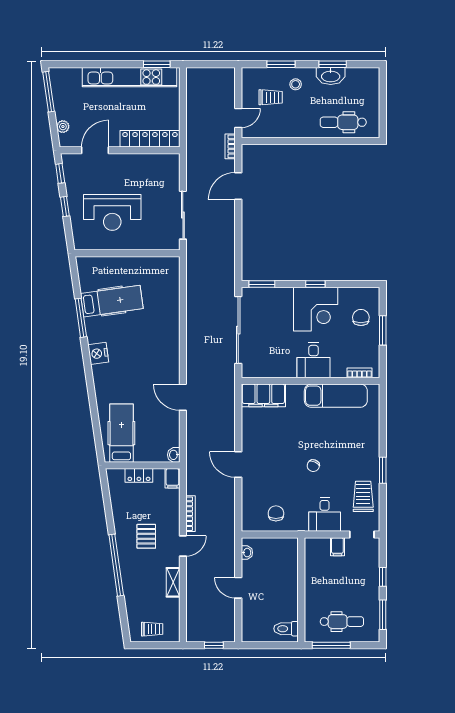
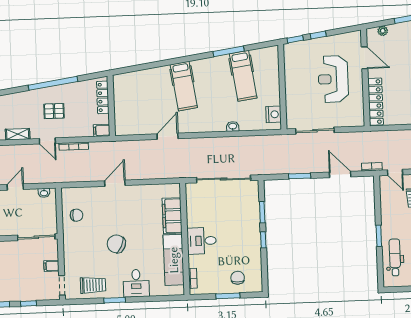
window: (316, 141) -> (379, 236), added
window: (60, 173) -> (295, 39), moved
reception desk: (112, 212) -> (333, 79), moved
window: (238, 236) -> (300, 176), added
window: (262, 284) -> (262, 212), moved
corner desk: (316, 309) -> (243, 241), removed
chair: (361, 317) -> (238, 278), turned -90
nightstand: (98, 353) -> (273, 114), moved, turned 98
filing cabinet: (263, 395) -> (172, 216), moved
hospital bed: (121, 433) -> (184, 86), moved, turned 82
washbasin: (174, 455) -> (233, 126), moved
chair: (313, 466) -> (116, 244), width x1.87, depth x1.87
locker: (139, 475) -> (103, 97), width x1.53
desk: (325, 515) -> (136, 283), moved, turned -90
sliding door: (301, 564) -> (36, 237), added
window: (116, 565) -> (53, 83), moved

